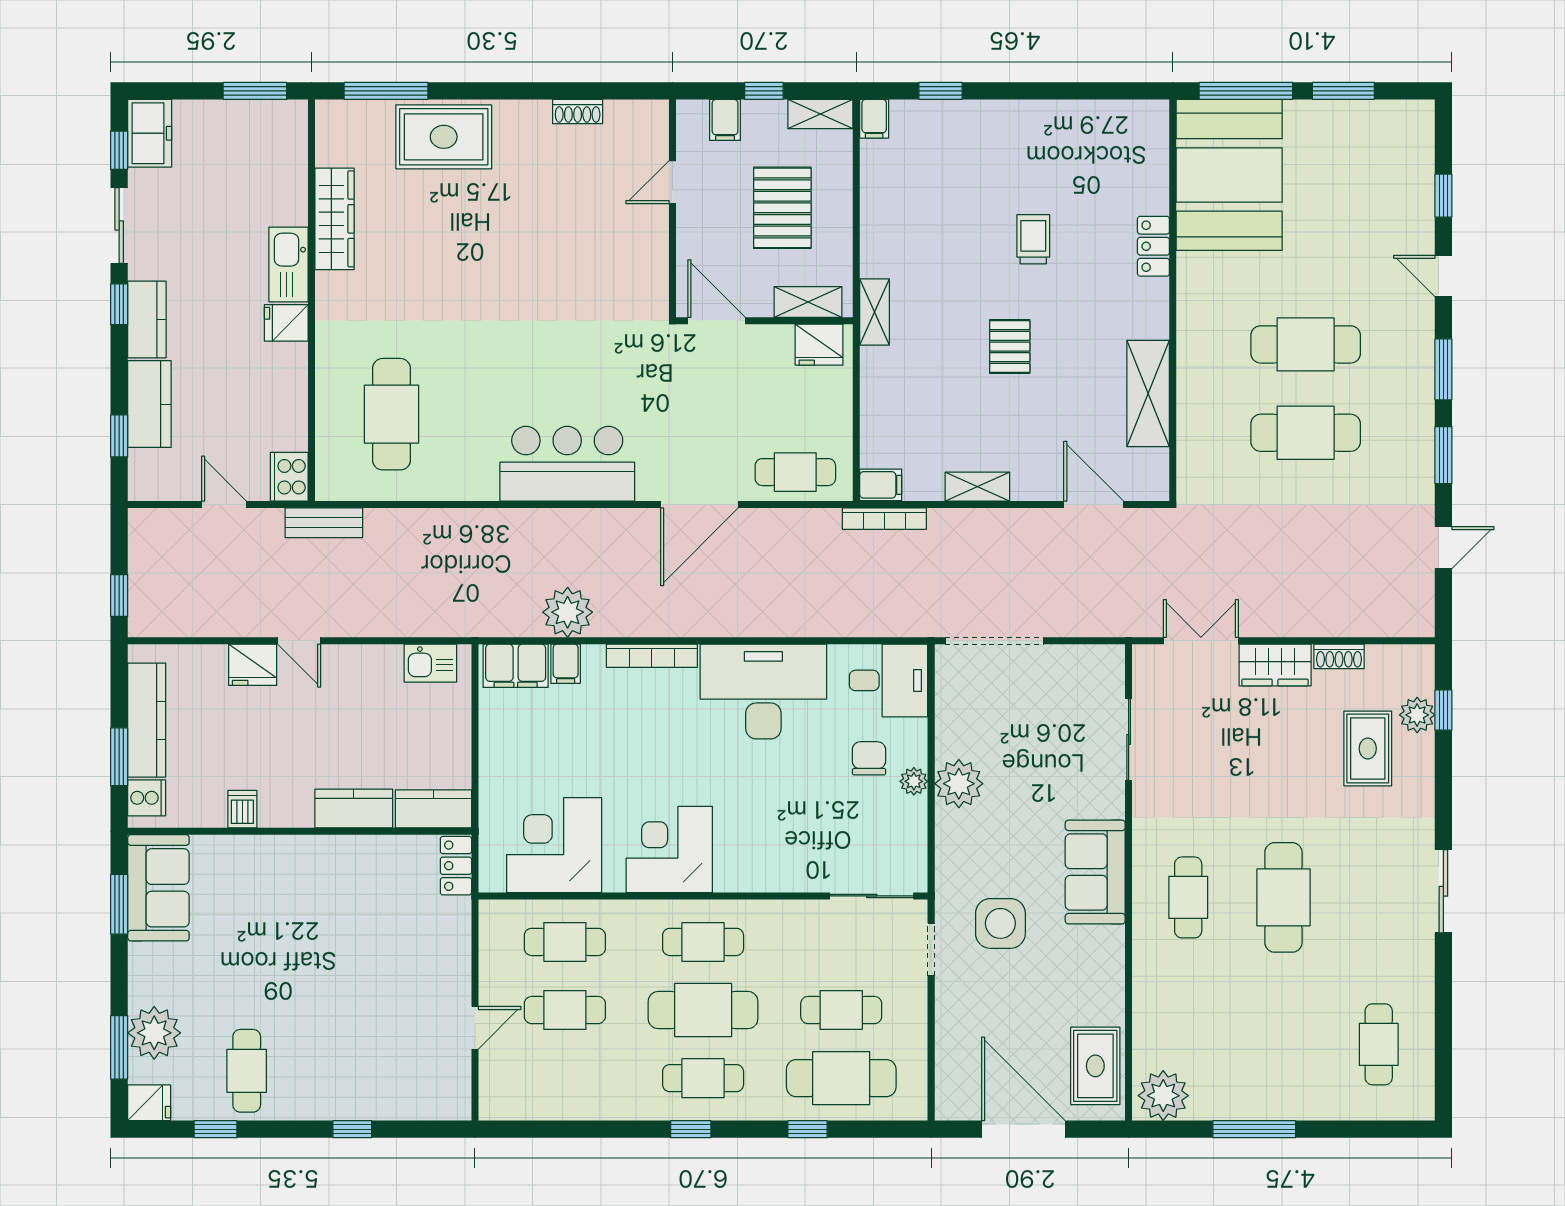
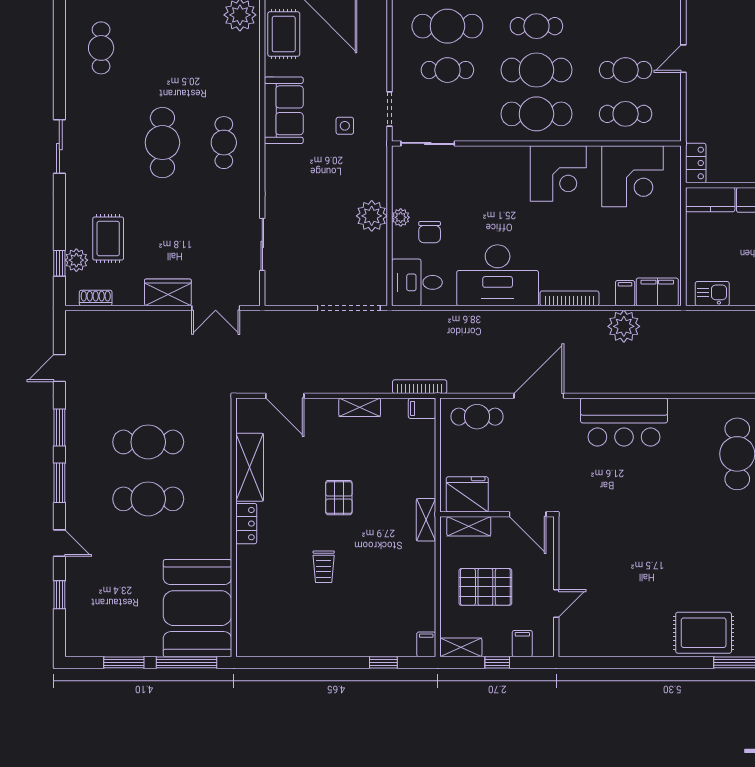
shoe rack: (578, 112) -> (617, 649), removed
pallet: (782, 208) -> (485, 587), turned 90
locker: (1153, 246) -> (246, 524), moved
fridge: (819, 345) -> (467, 494), width x1.36, depth x1.34
shoe rack: (1339, 656) -> (96, 298), moved
sofa: (1095, 872) -> (284, 110), moved
side table: (1000, 923) -> (345, 126), width x0.54, depth x0.54
cafe table: (703, 942) -> (536, 114), width x1.37, depth x1.35

